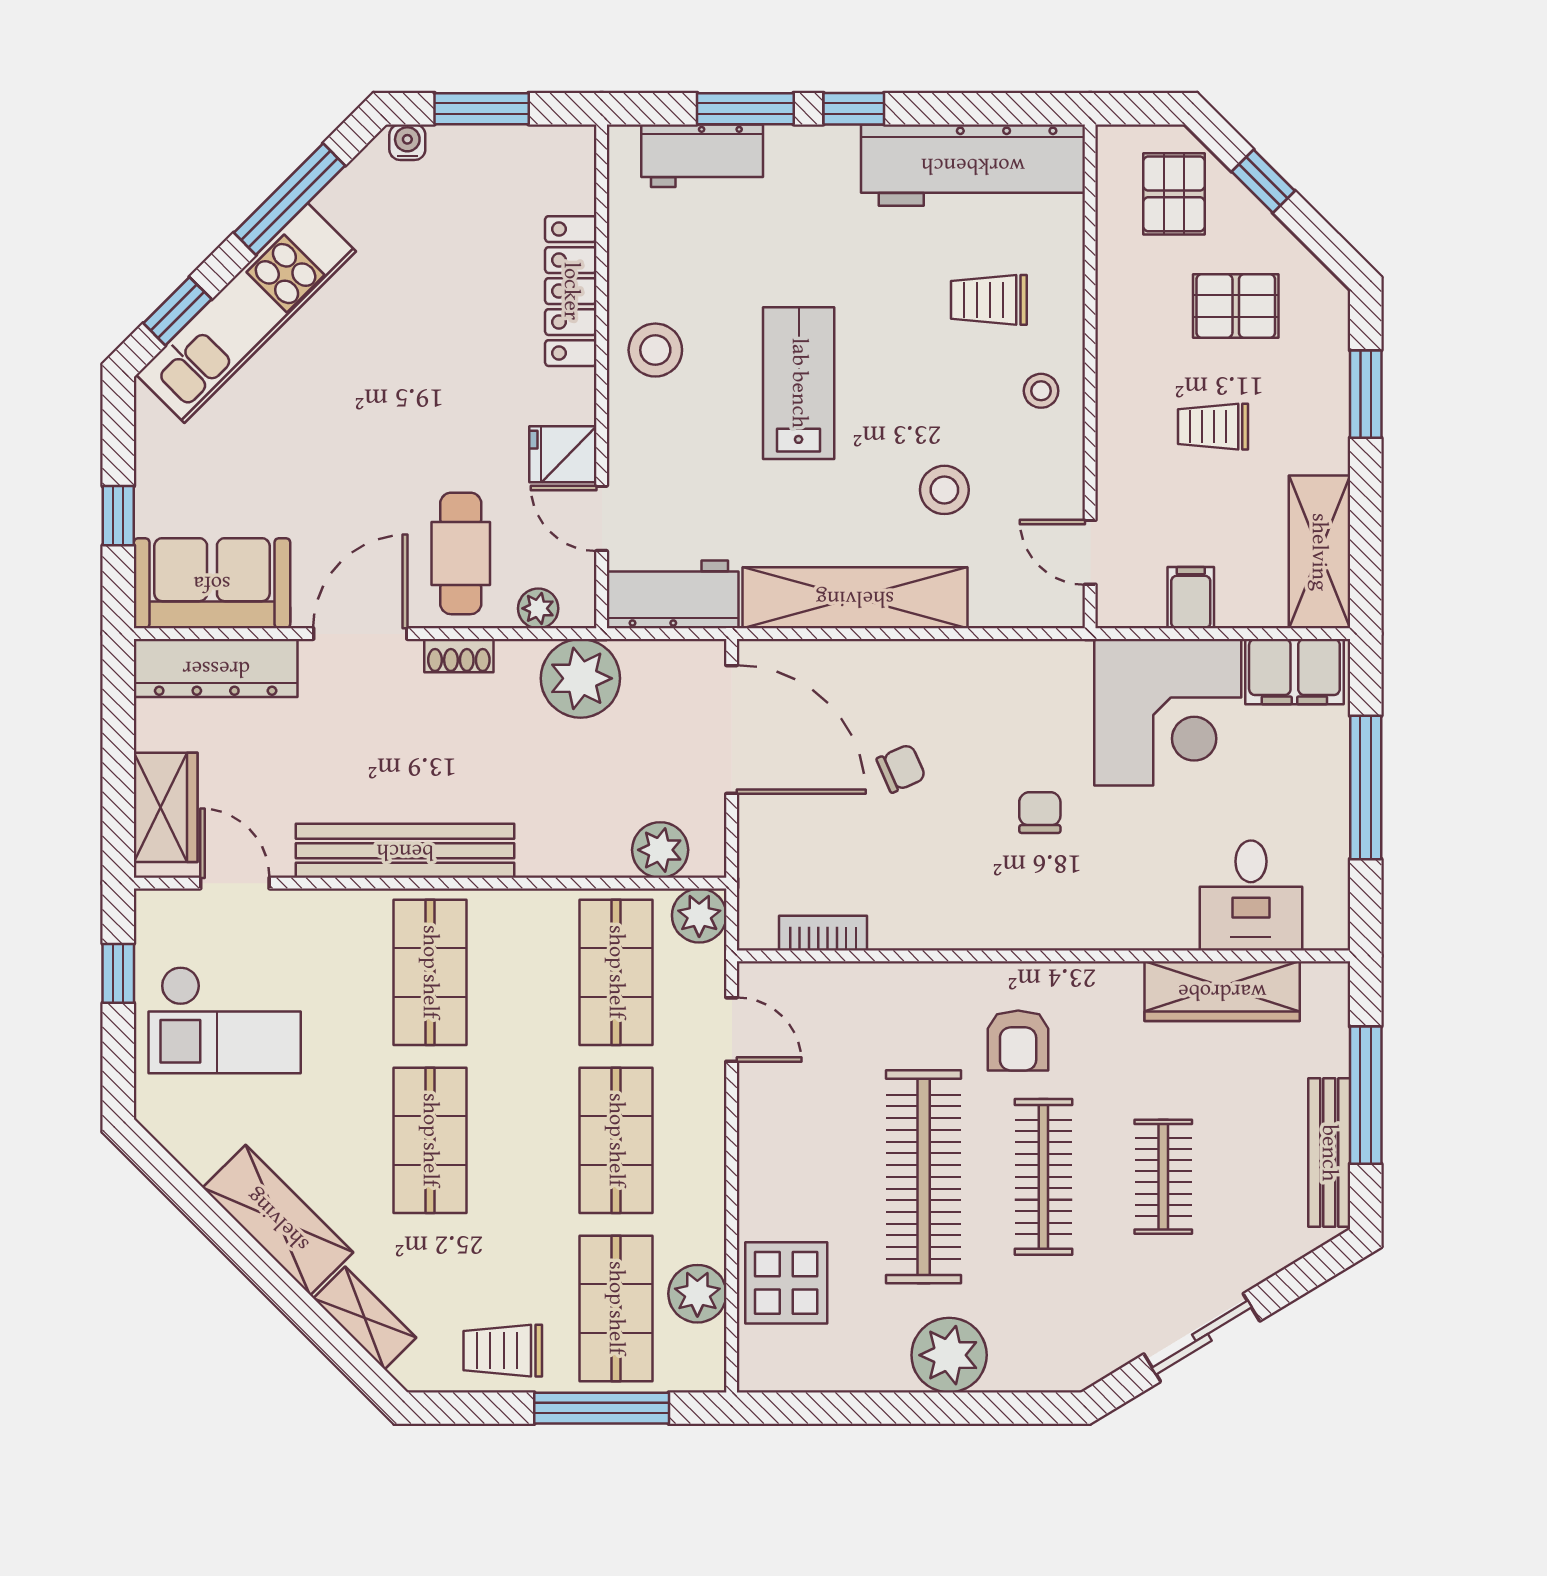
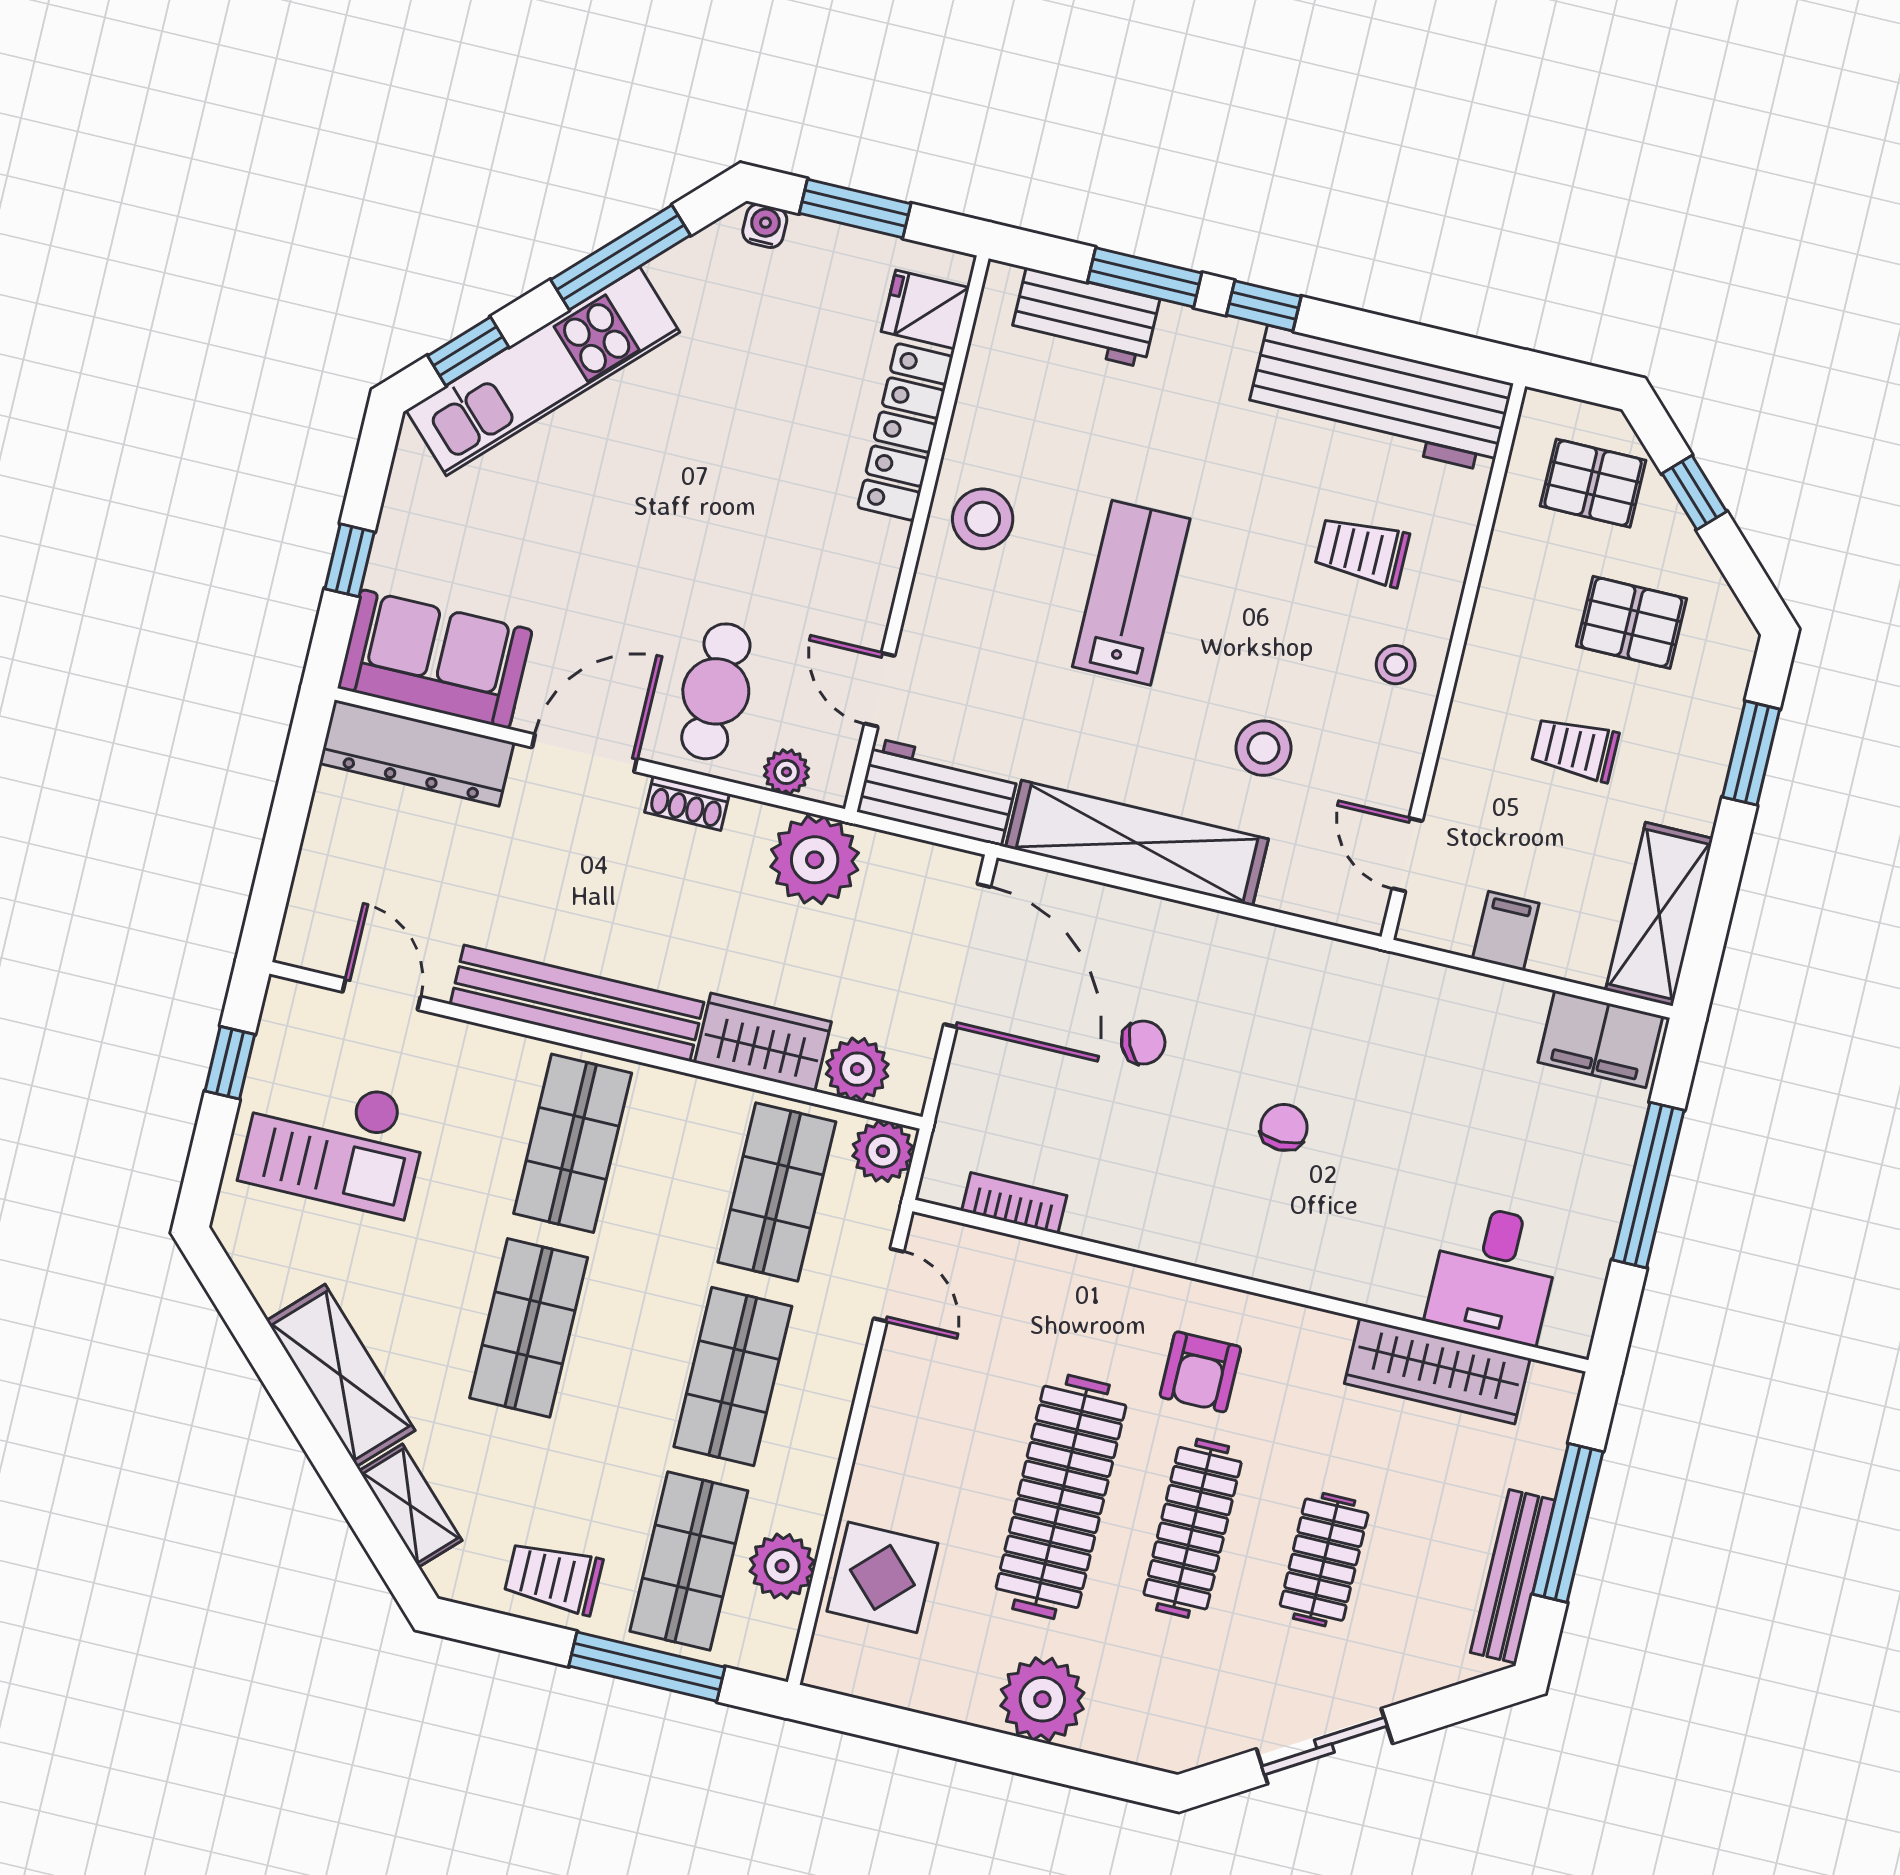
pallet: (1174, 194) -> (1593, 483), turned 90
fridge: (563, 454) -> (925, 309), moved
corner desk: (1168, 712) -> (1451, 1051), removed
wardrobe: (166, 807) -> (763, 1042), moved, turned -90

